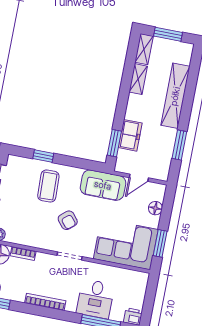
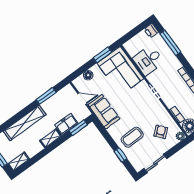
shelving: (138, 79) -> (51, 138), moved
armchair: (68, 220) -> (161, 132), moved
desk: (95, 299) -> (148, 60), moved, turned 180

